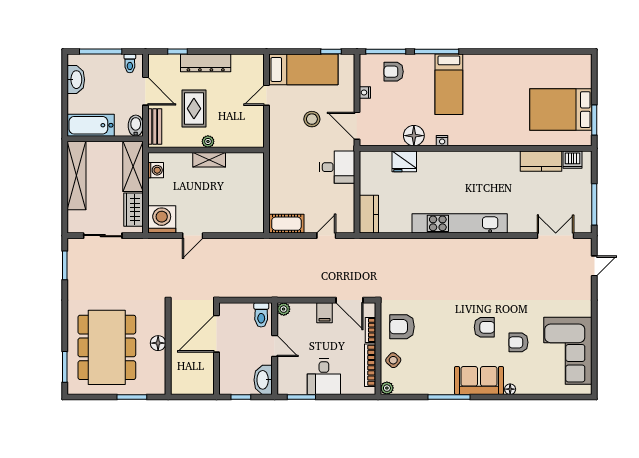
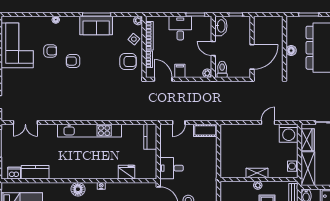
floor lamp: (414, 136) -> (78, 189), moved
sofa: (479, 380) -> (96, 26), moved

